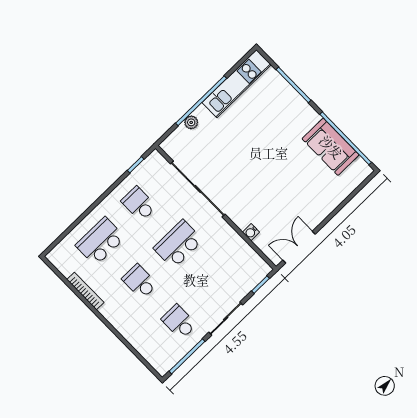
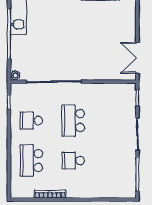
plant: (191, 122) -> (15, 75), moved
water cooler: (251, 232) -> (105, 76), removed
school desk: (179, 322) -> (115, 161), removed

